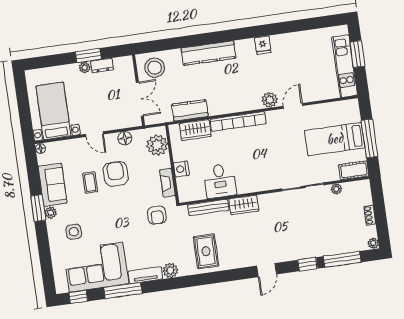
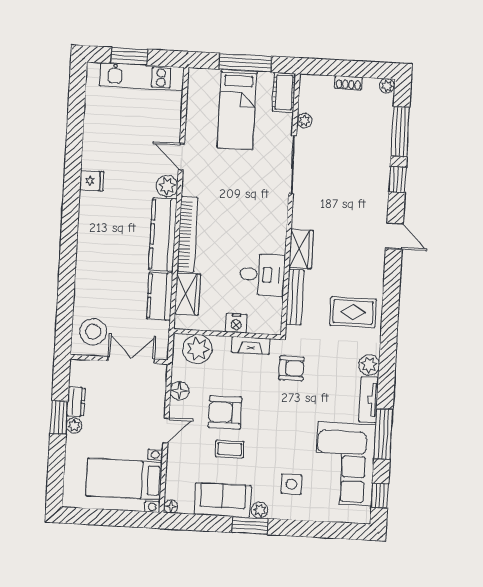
kitchen counter: (209, 53) -> (163, 235), moved, turned 180

